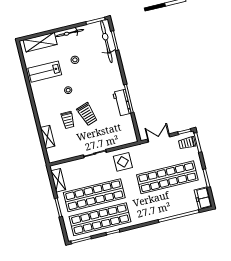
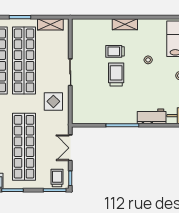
workbench: (122, 103) -> (152, 116), moved
trolley: (87, 114) -> (116, 75), turned 108
shelving: (47, 137) -> (125, 24), moved
double door: (159, 138) -> (70, 148), swing flipped

